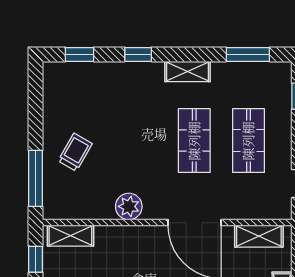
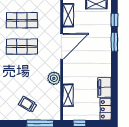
shelving: (70, 236) -> (68, 95), moved

